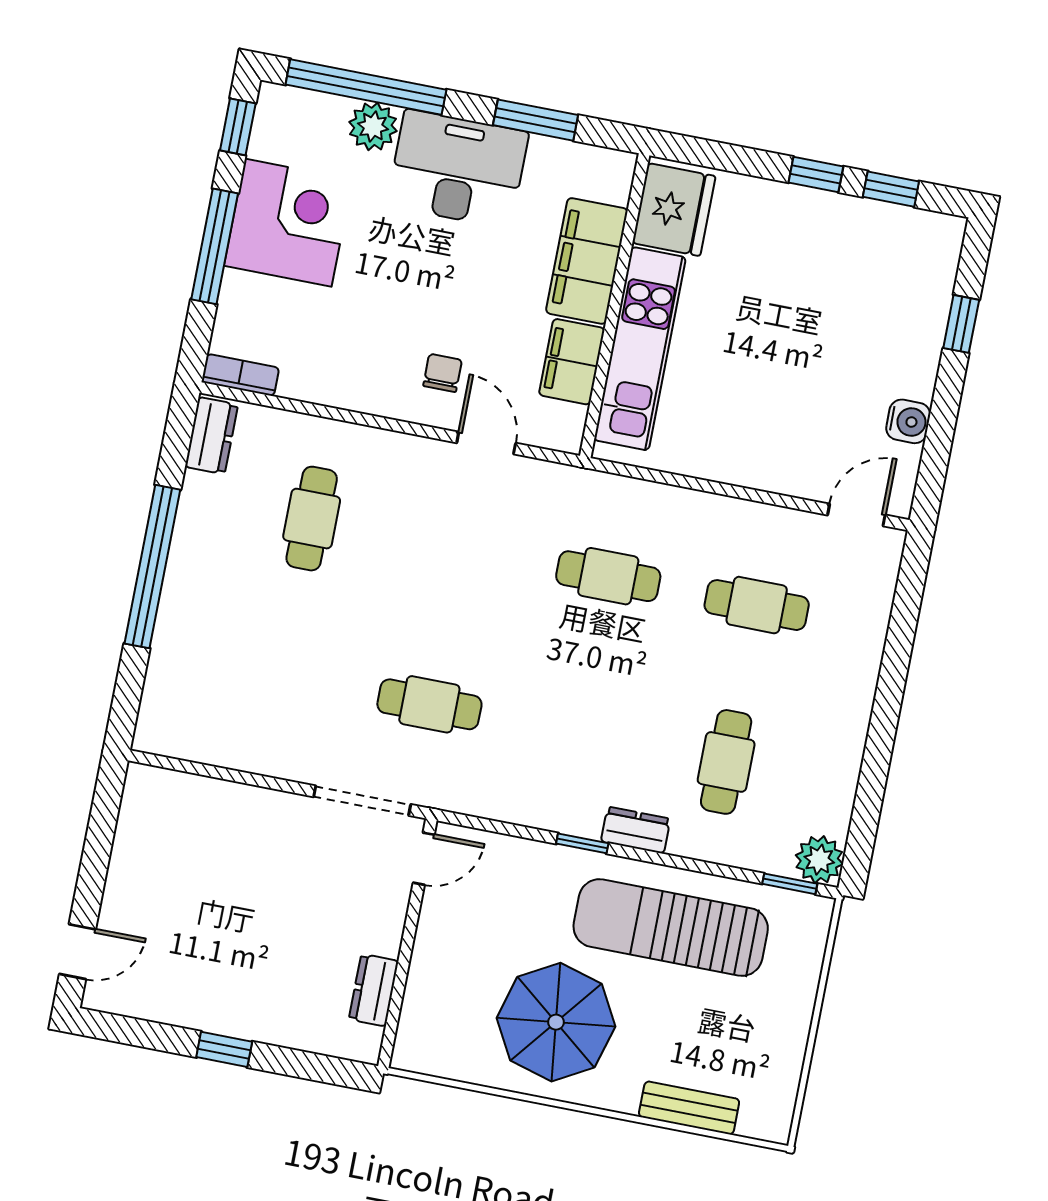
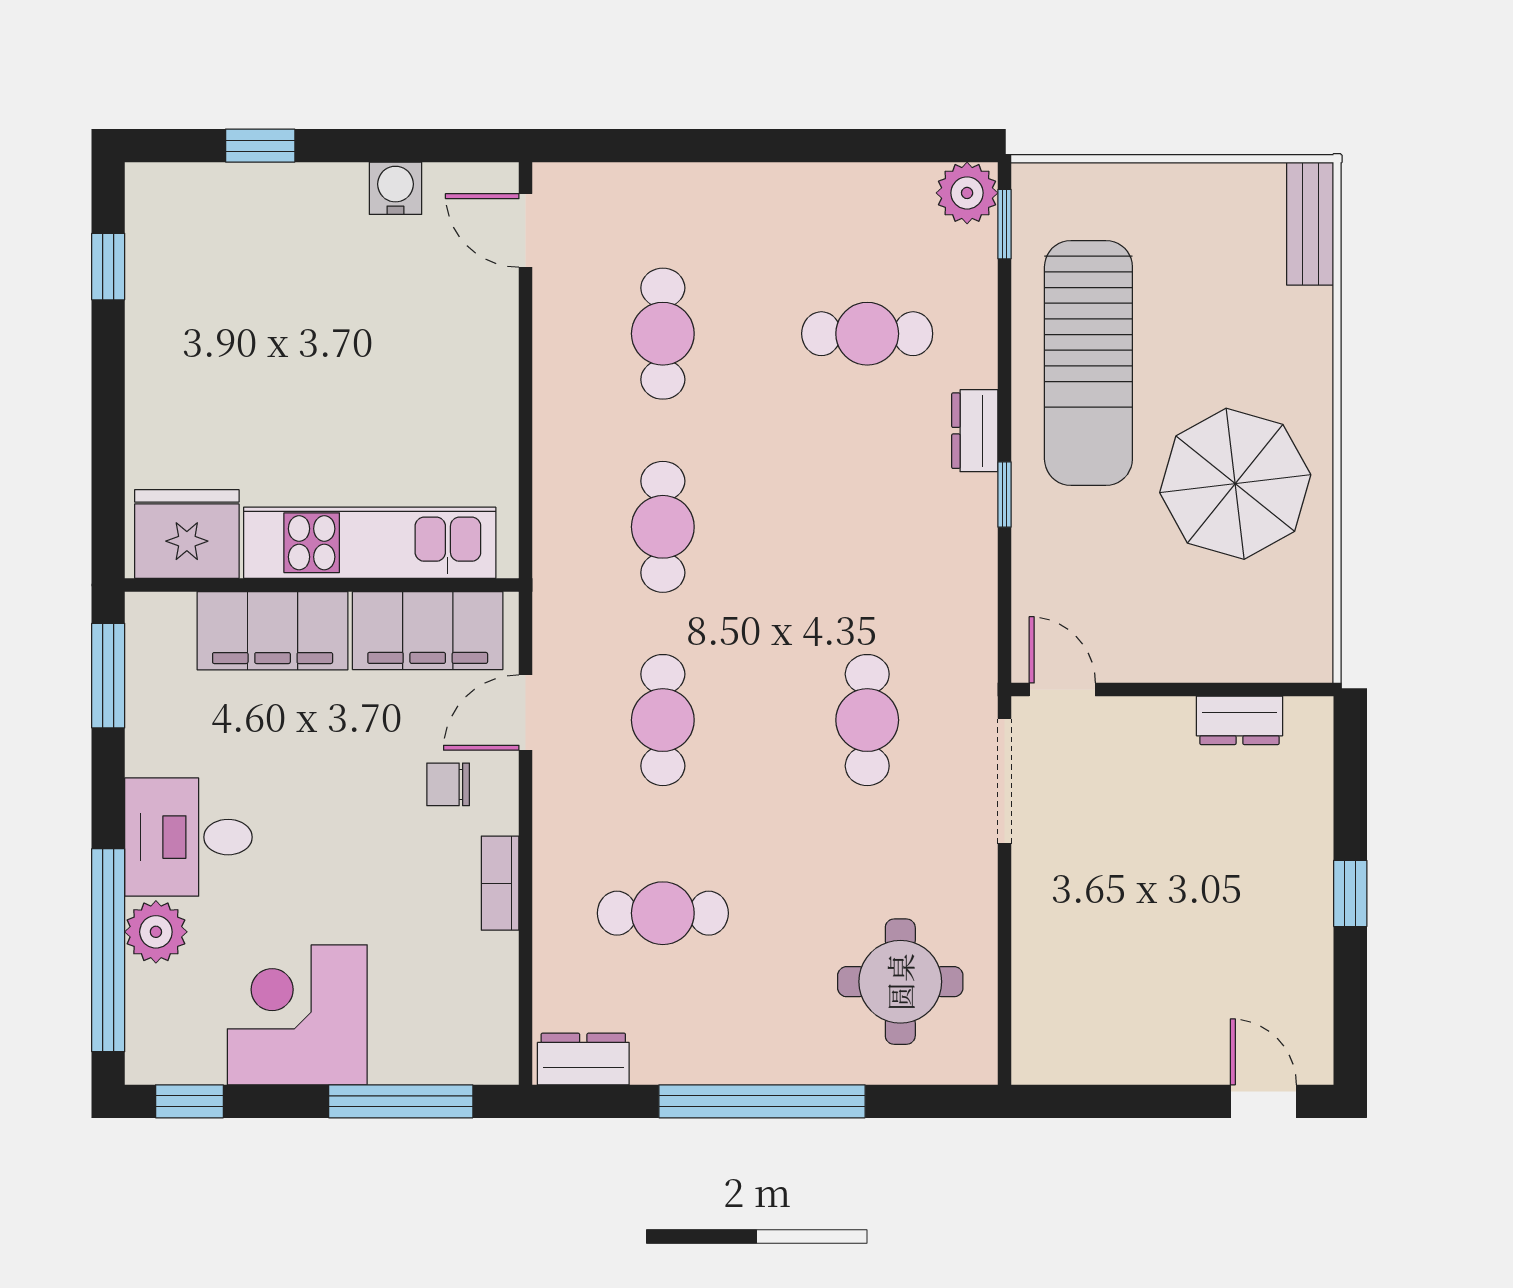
window: (536, 120) -> (108, 676), moved
desk: (458, 169) -> (188, 837), width x0.73
window: (816, 175) -> (108, 364), removed
window: (215, 246) -> (401, 1101), moved
filing cabinet: (572, 362) -> (428, 631), width x1.50, depth x1.17
bookcase: (240, 375) -> (500, 883), moved
cafe table: (460, 547) -> (663, 720), added
round table: (224, 691) -> (900, 982), added
bench: (689, 1108) -> (1310, 224), moved

